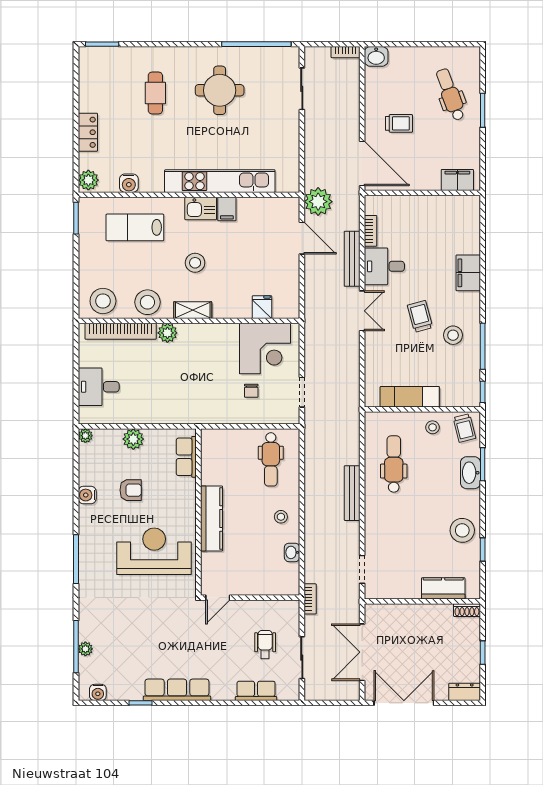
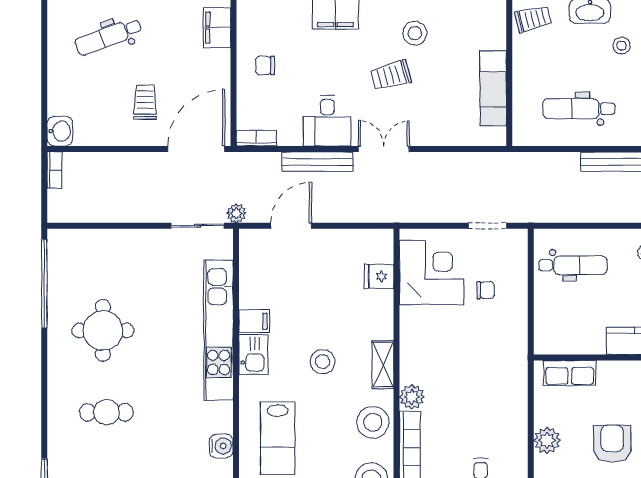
sliding door: (302, 89) -> (197, 226), moved
plant: (318, 202) -> (236, 213), width x0.53, depth x0.53
chair: (428, 217) -> (265, 65), added
bookcase: (371, 231) -> (256, 138), moved
stool: (433, 427) -> (622, 46), moved
armchair: (131, 490) -> (612, 444), width x1.38, depth x1.38

